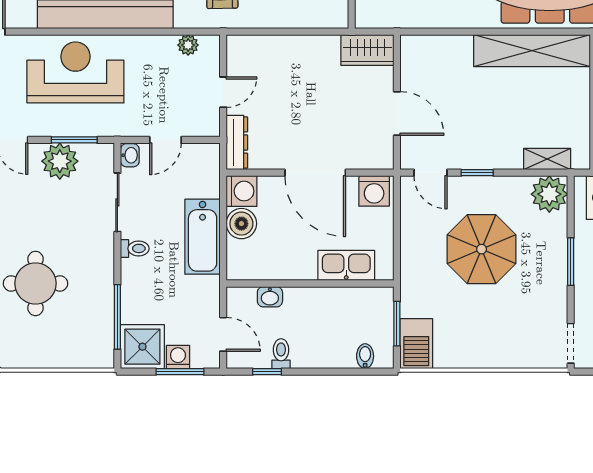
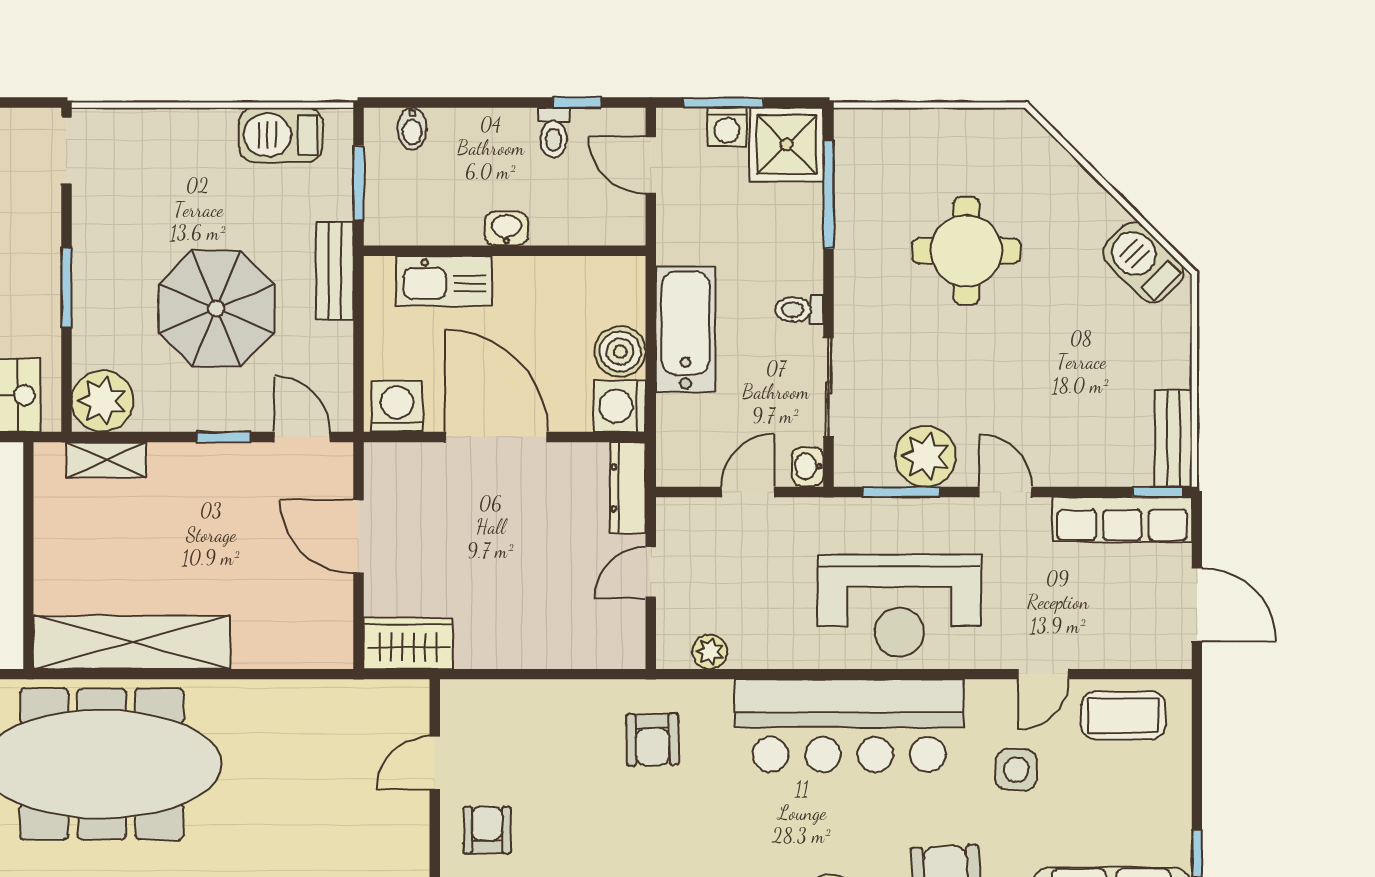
bench: (411, 272) -> (335, 271), added
washbasin: (270, 297) -> (506, 228), moved
barbecue: (416, 344) -> (281, 135), moved, turned -90

